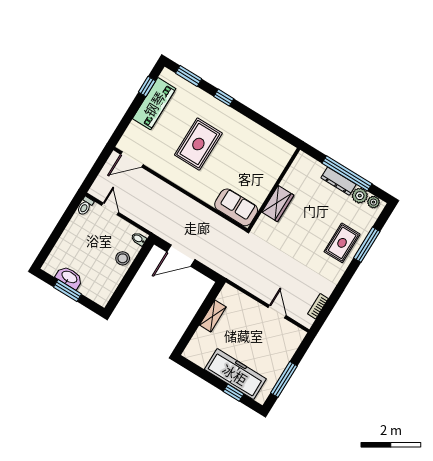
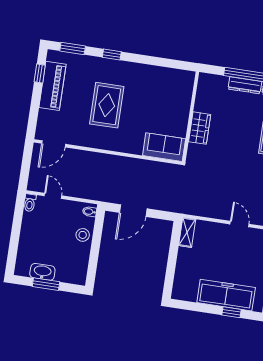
shelving: (213, 316) -> (187, 232), moved

